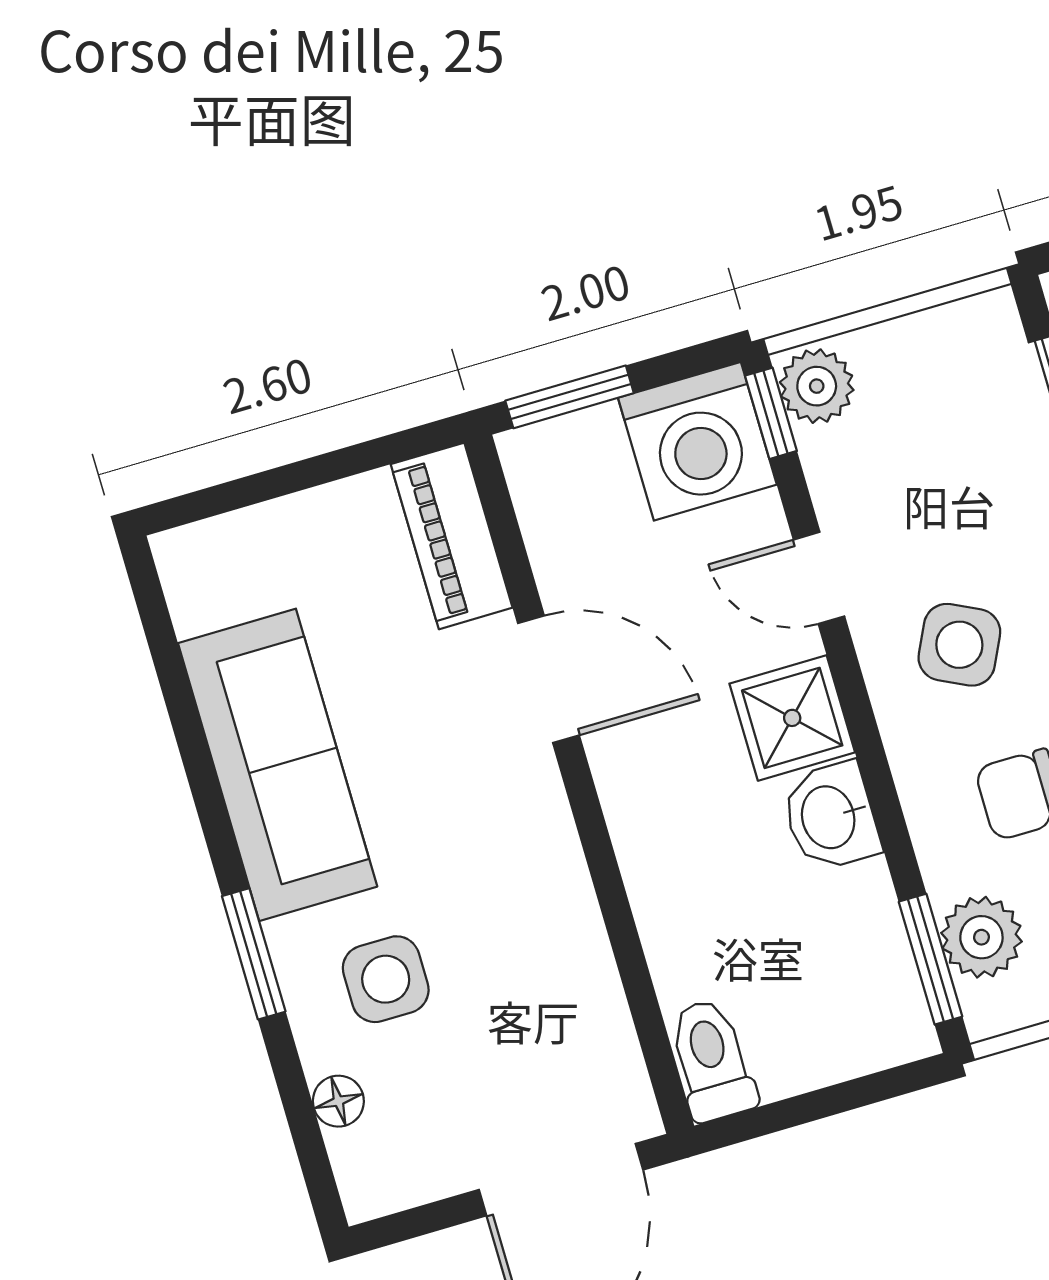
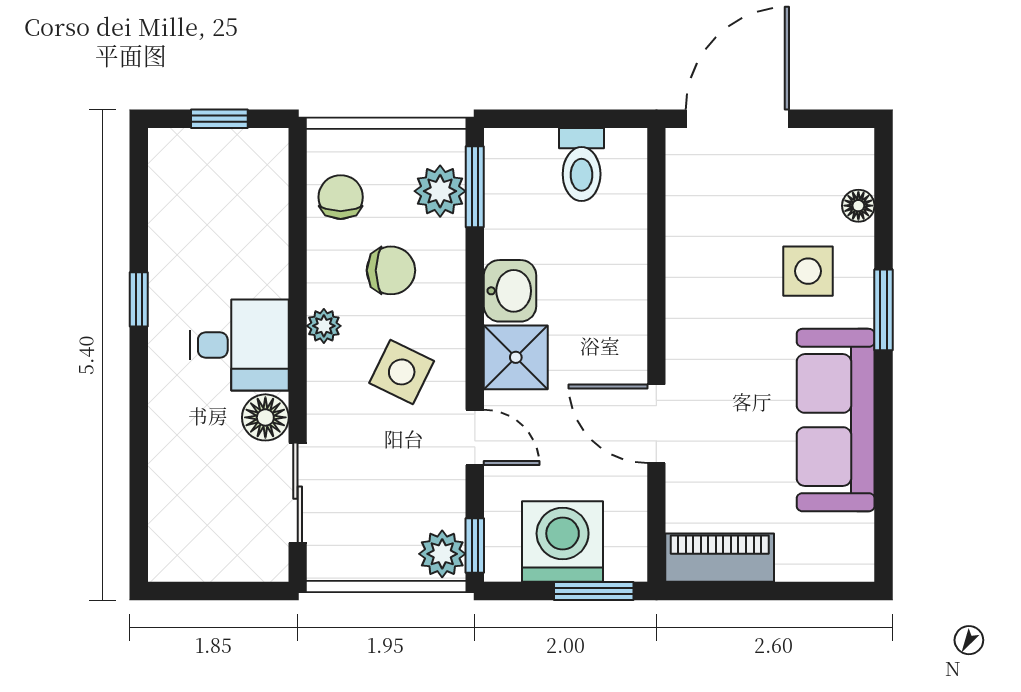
washing machine: (697, 441) -> (563, 542), moved
piano: (452, 536) -> (720, 558), moved, turned -90
toilet: (712, 1060) -> (582, 165), moved

